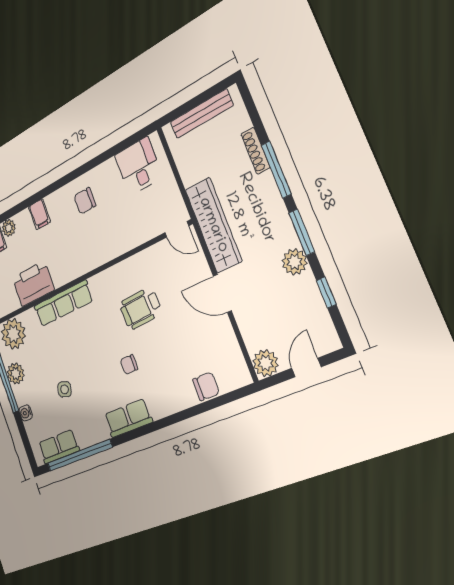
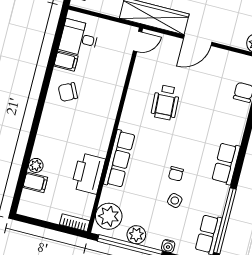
chair: (85, 201) -> (68, 92), turned 63
filing cabinet: (39, 214) -> (66, 61), moved
chair: (129, 364) -> (176, 174), moved

